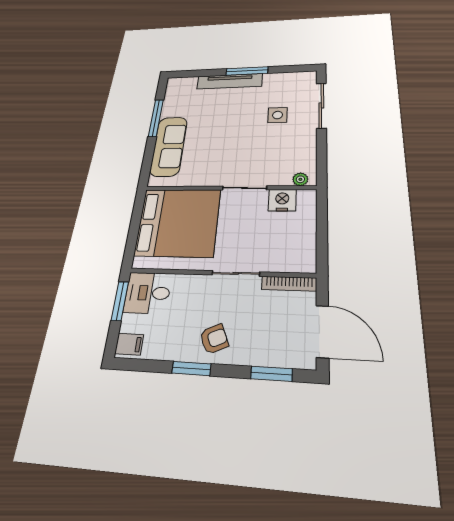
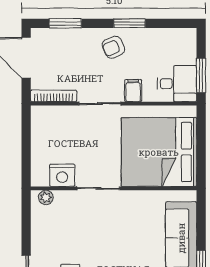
filing cabinet: (129, 344) -> (133, 91), moved, turned 90

